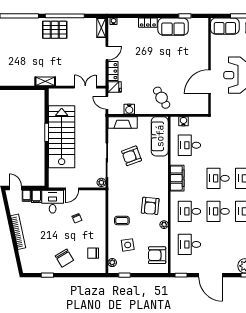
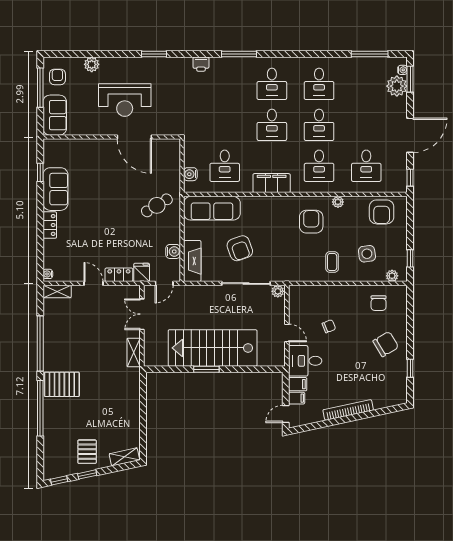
pallet: (55, 30) -> (62, 384), moved, turned 90
shelving: (45, 81) -> (134, 353), moved
armchair: (150, 206) -> (311, 222), turned -95

